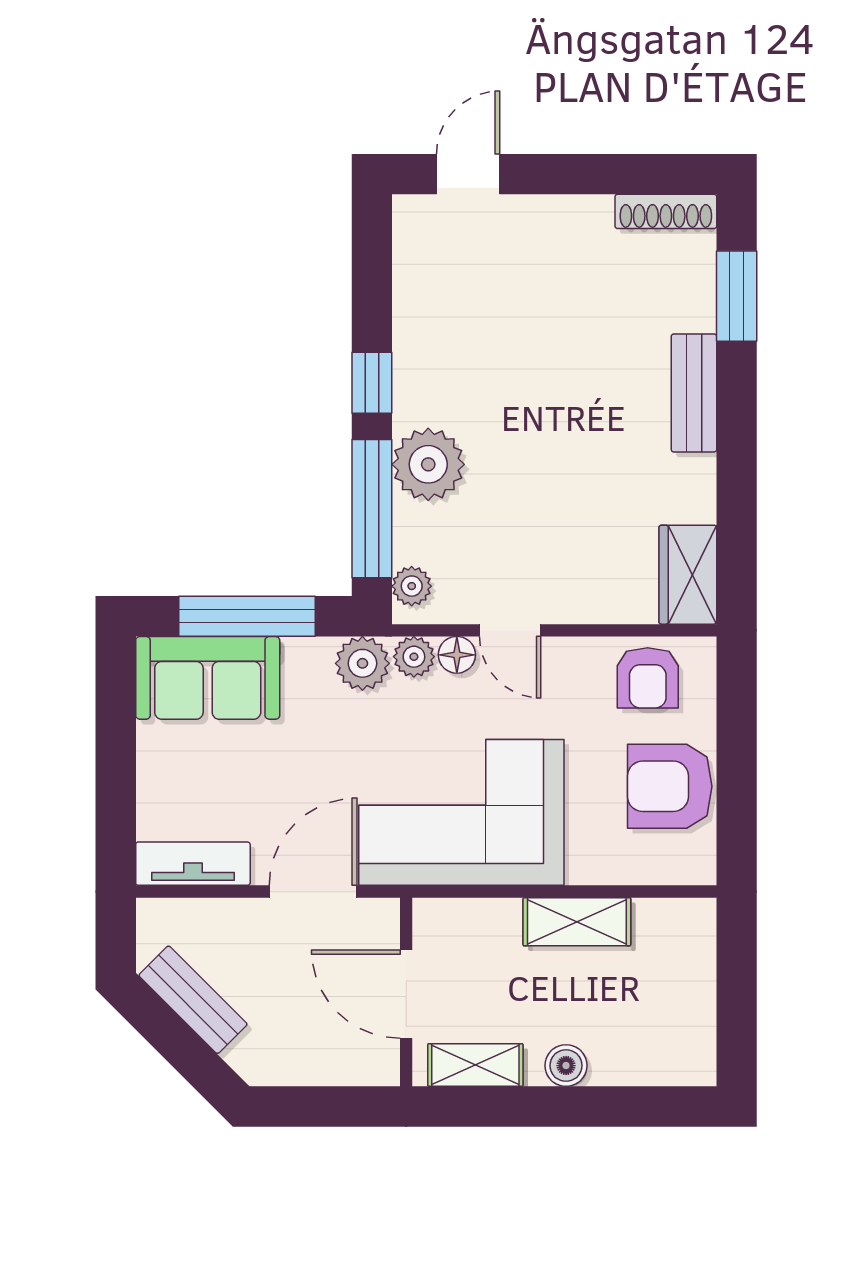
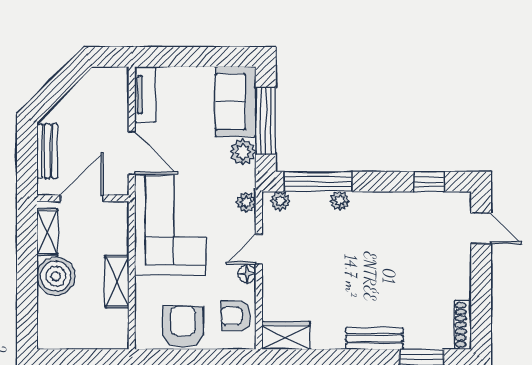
window: (372, 383) -> (429, 182), moved
plant: (428, 464) -> (340, 201), width x0.53, depth x0.53
floor lamp: (457, 655) -> (247, 274), moved
plant: (362, 663) -> (243, 152), moved
bench: (193, 1000) -> (47, 151), moved, turned -45
boiler: (566, 1066) -> (56, 276), width x1.86, depth x1.86

